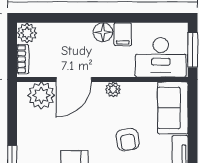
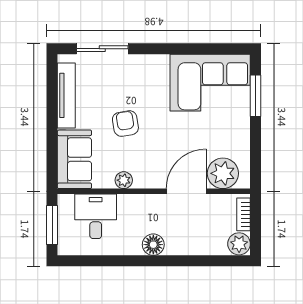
filing cabinet: (123, 34) -> (131, 242), removed
desk: (161, 57) -> (96, 216), width x0.73
plant: (113, 89) -> (124, 180), moved

